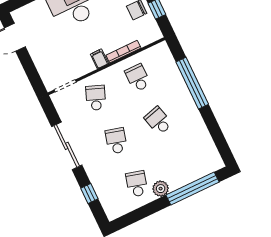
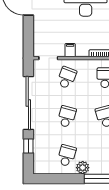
filing cabinet: (99, 59) -> (70, 50), moved
sliding door: (67, 146) -> (28, 103), width x1.36

